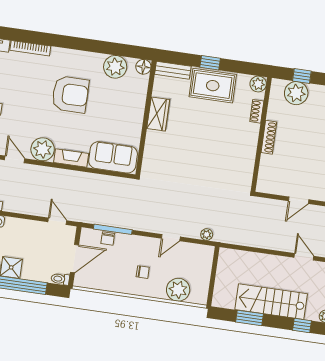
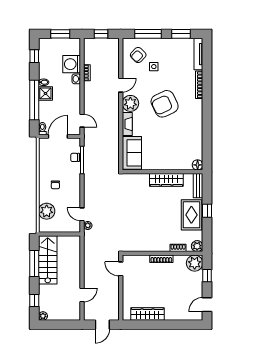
plant: (115, 67) -> (195, 145), removed
plant: (296, 93) -> (195, 263), moved
armchair: (70, 94) -> (165, 104), moved, turned 65
wardrobe: (158, 114) -> (166, 180), width x1.50
door: (299, 200) -> (121, 269), moved
door: (57, 221) -> (82, 121), hinge flipped
door: (171, 238) -> (82, 214), moved
door: (74, 259) -> (58, 136), swing flipped
stairs: (271, 302) -> (48, 260), moved
window: (250, 318) -> (34, 263), width x1.44

